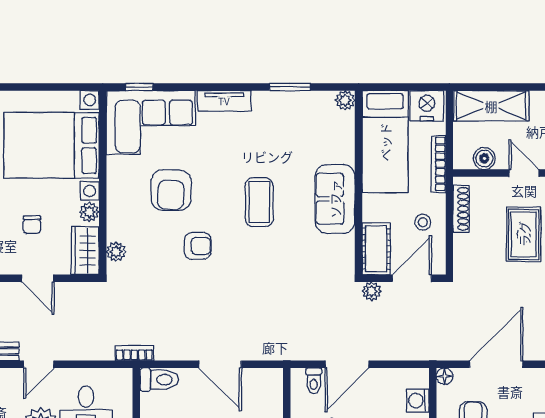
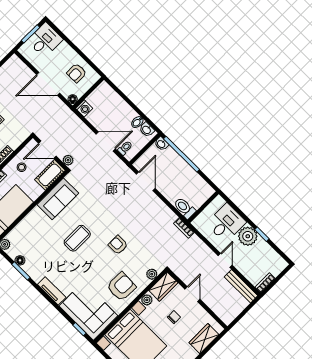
floor lamp: (305, 99) -> (20, 260), added
armchair: (171, 190) -> (121, 287), moved
sofa: (335, 199) -> (58, 199), moved
door: (39, 364) -> (225, 260), hinge flipped
door: (220, 364) -> (146, 181), moved
washing machine: (418, 401) -> (84, 108), moved

